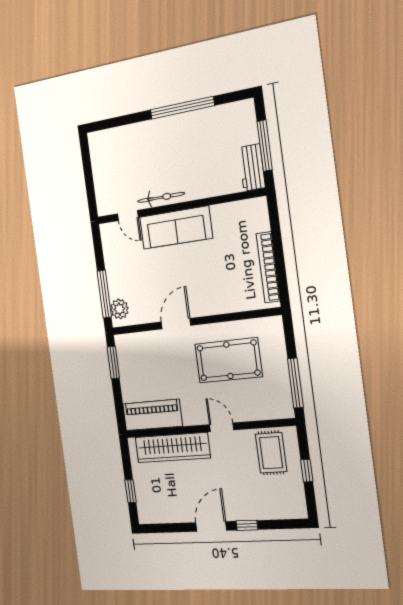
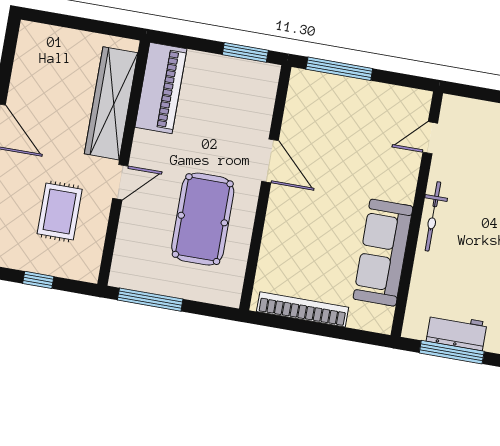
workbench: (252, 168) -> (457, 332), moved
bicycle: (161, 197) -> (433, 216), moved
sofa: (176, 228) -> (383, 253), moved
plant: (119, 309) -> (313, 85), removed
rug: (271, 453) -> (60, 211), moved, turned 90
window: (130, 491) -> (68, 21), removed

